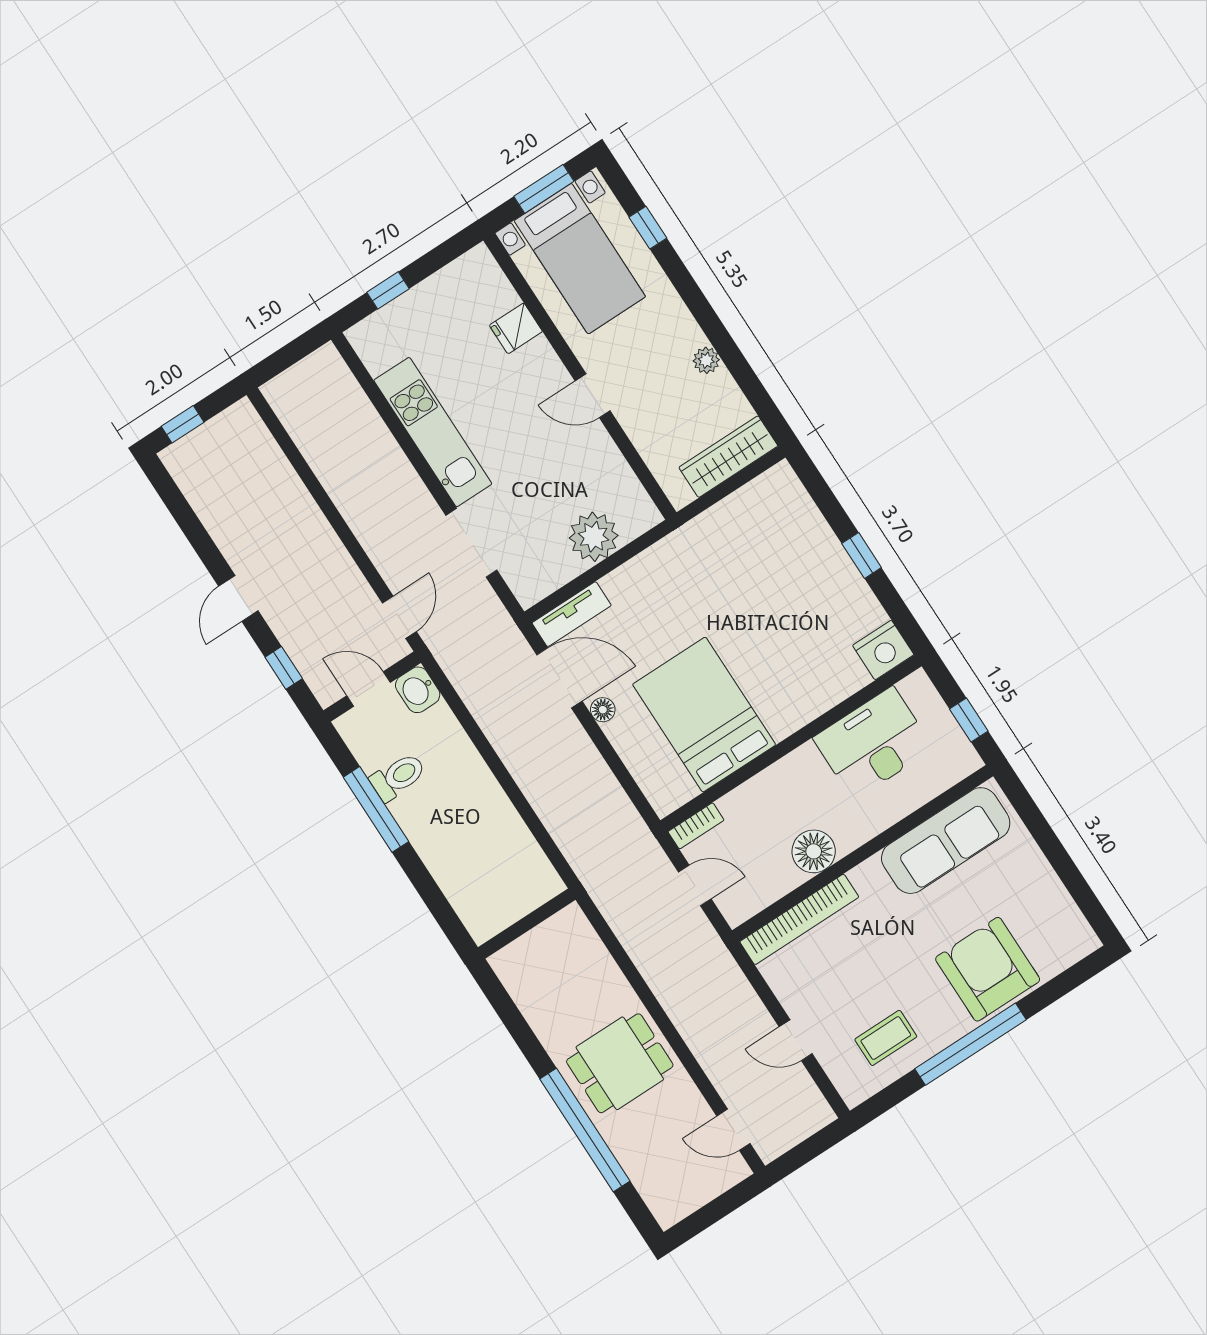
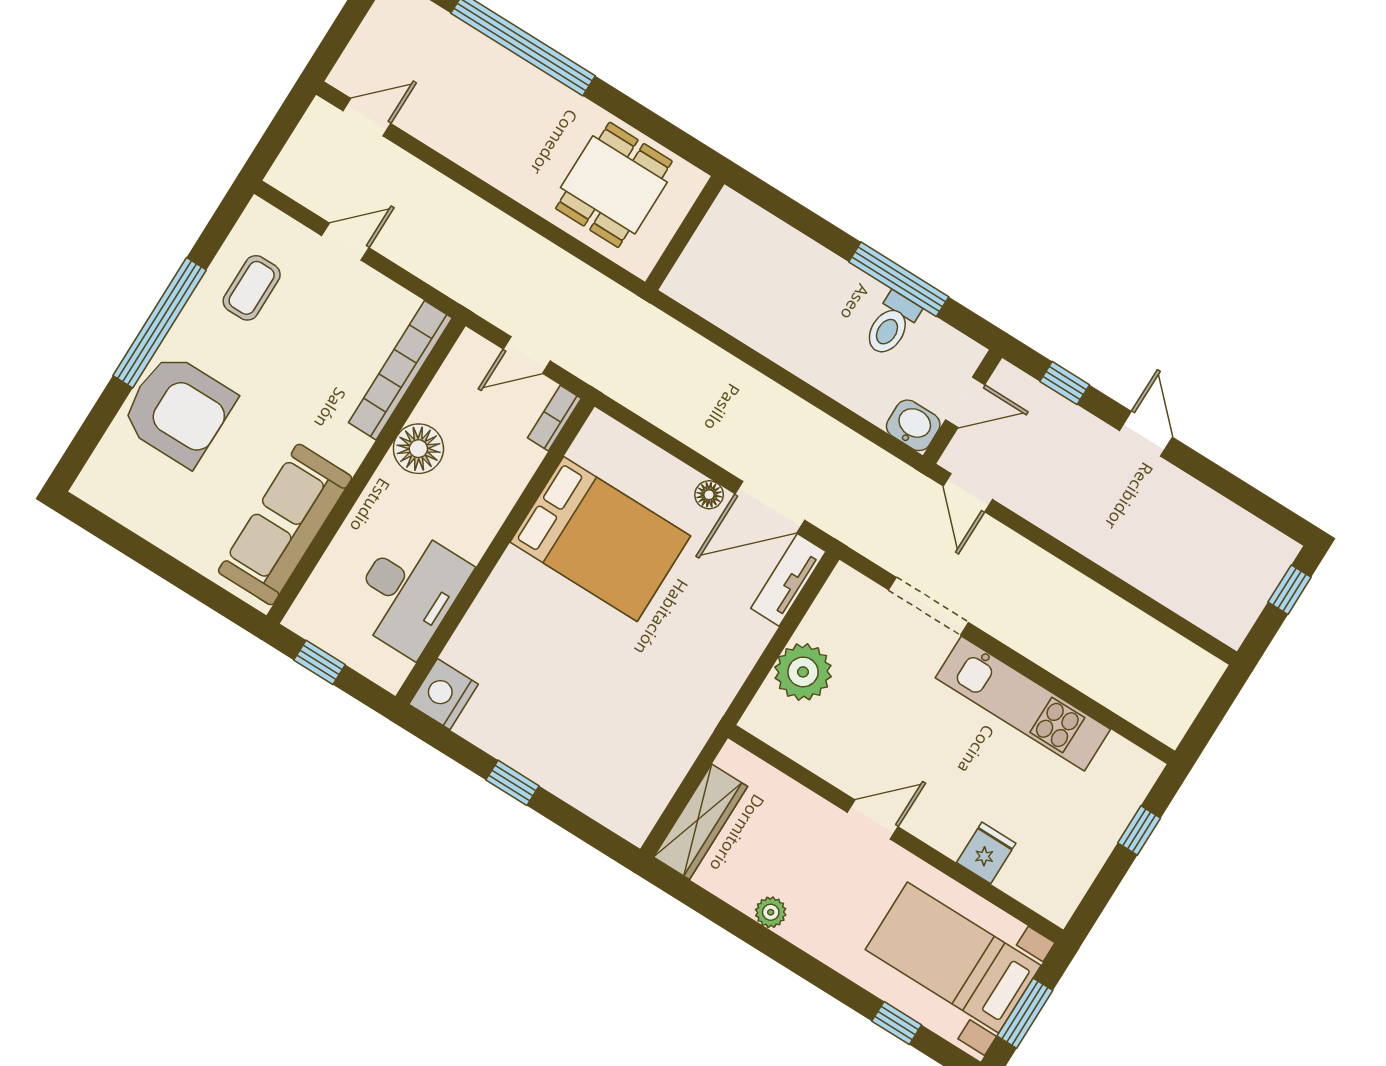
dining table: (620, 1063) -> (614, 185), moved

